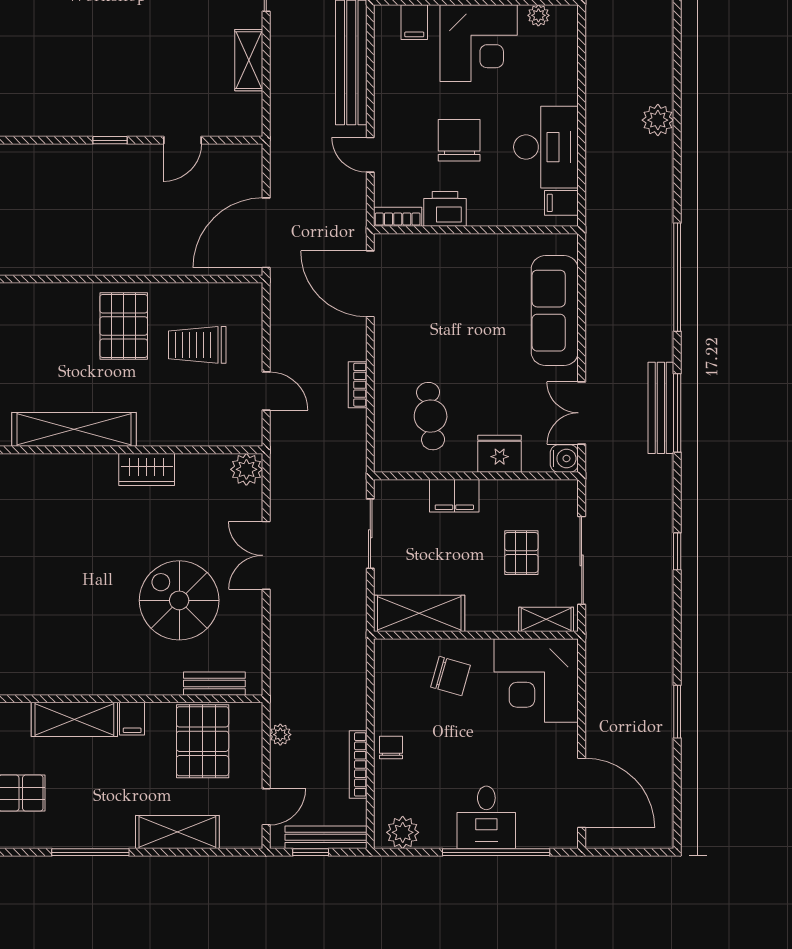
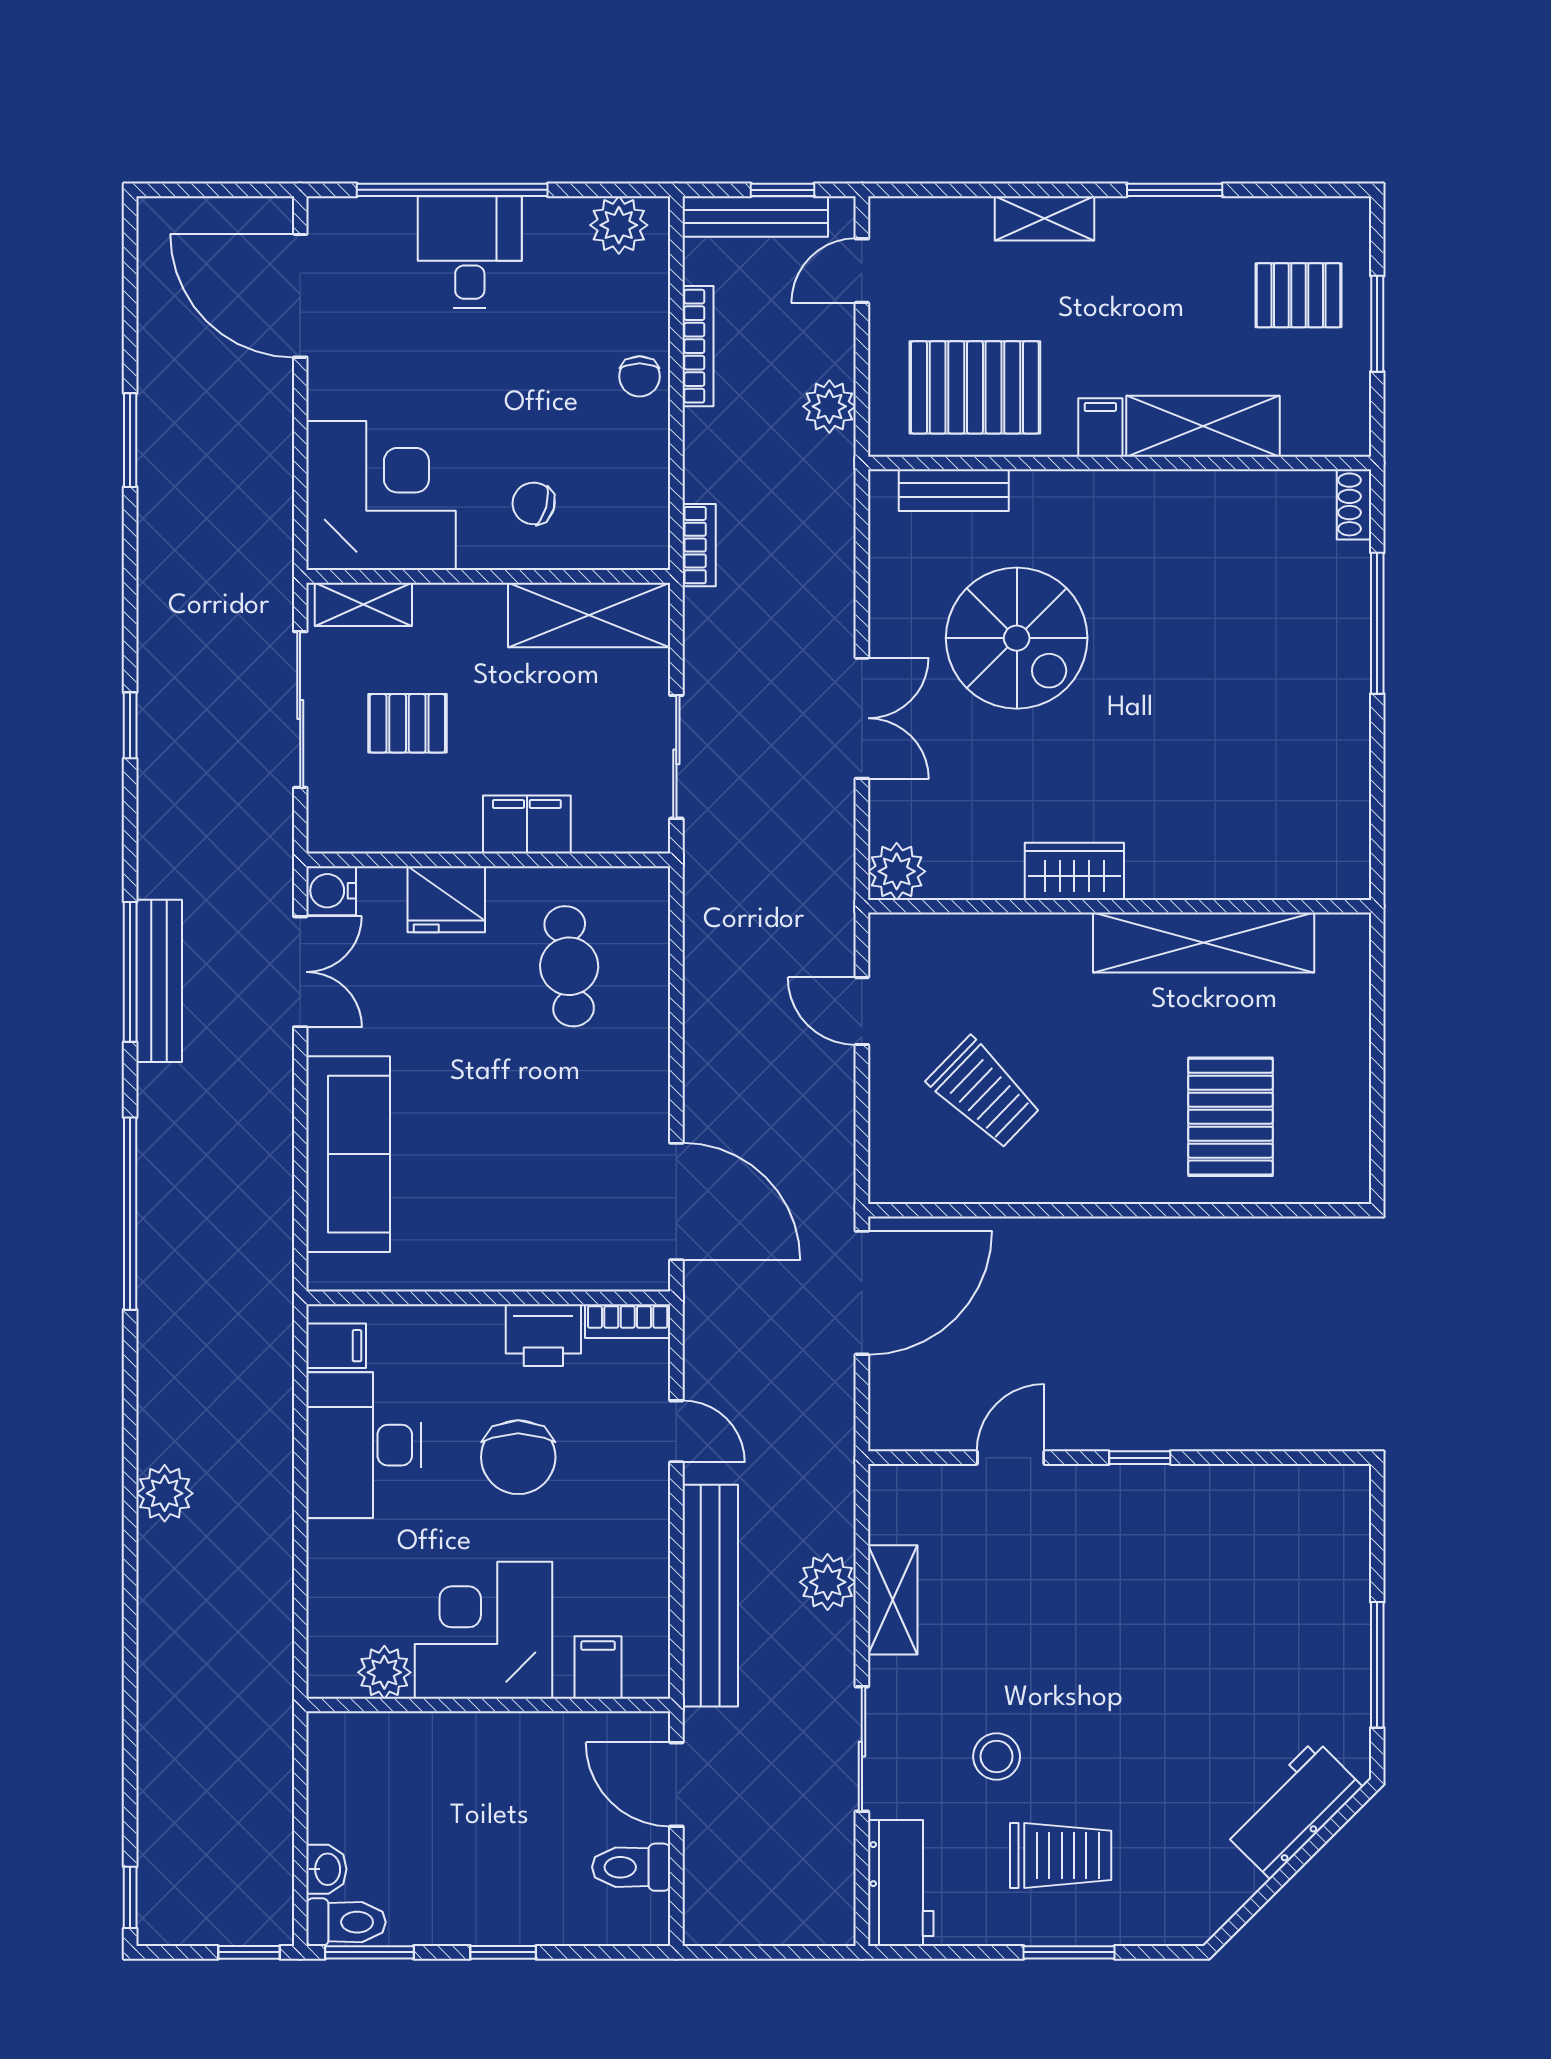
plant: (538, 15) -> (384, 1672), width x1.38, depth x1.38
plant: (285, 70) -> (828, 1582), added
pallet: (124, 326) -> (1230, 1117), moved
trolley: (197, 345) -> (984, 1093), turned 44
bookcase: (358, 385) -> (699, 545), moved
pallet: (521, 553) -> (407, 723), turned 90
chair: (450, 676) -> (534, 503), width x0.73, depth x0.73
plant: (280, 735) -> (829, 406), width x1.38, depth x1.38
pallet: (203, 741) -> (975, 387), turned 90
shelving: (177, 832) -> (1045, 218), width x0.67, depth x0.75
window: (90, 852) -> (1175, 190), width x0.69

